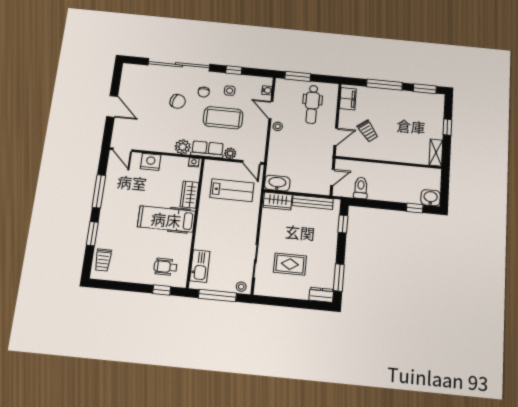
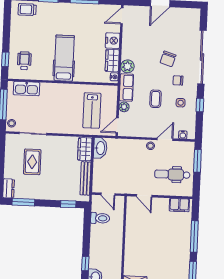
coffee table: (223, 118) -> (156, 99), width x0.54, depth x0.58
trolley: (368, 131) -> (151, 223), removed
wardrobe: (190, 195) -> (112, 61), moved, turned -90

